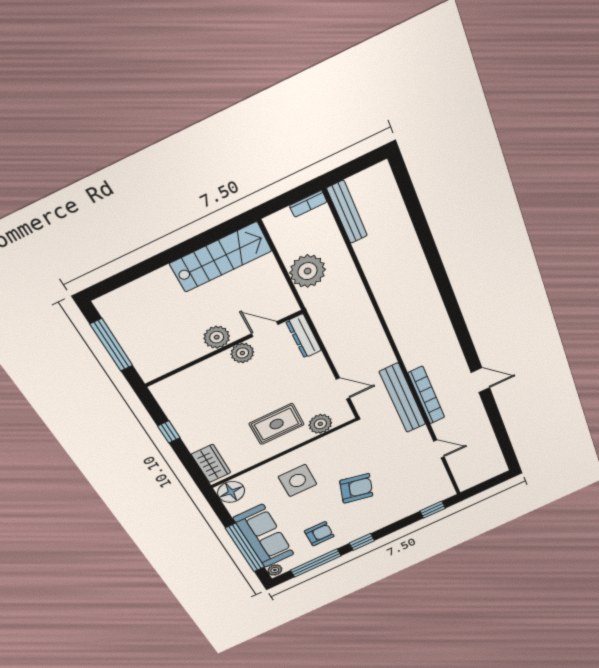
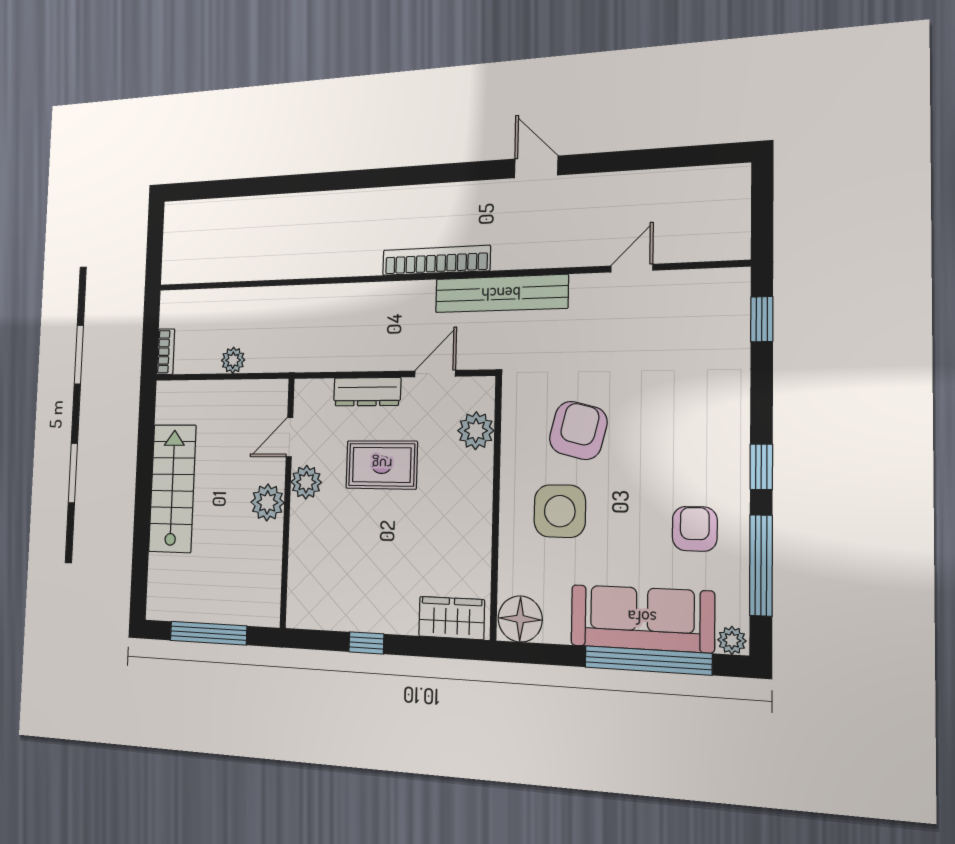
bookcase: (308, 204) -> (166, 352), moved
bench: (347, 212) -> (199, 271), removed
stairs: (221, 257) -> (172, 488), moved
plant: (308, 271) -> (233, 360), width x0.53, depth x0.53
dresser: (304, 336) -> (367, 392), moved
door: (480, 380) -> (536, 167), hinge flipped
bookcase: (426, 395) -> (436, 260), moved
rug: (277, 424) -> (382, 465), moved, turned 90
armchair: (356, 488) -> (578, 430), moved

